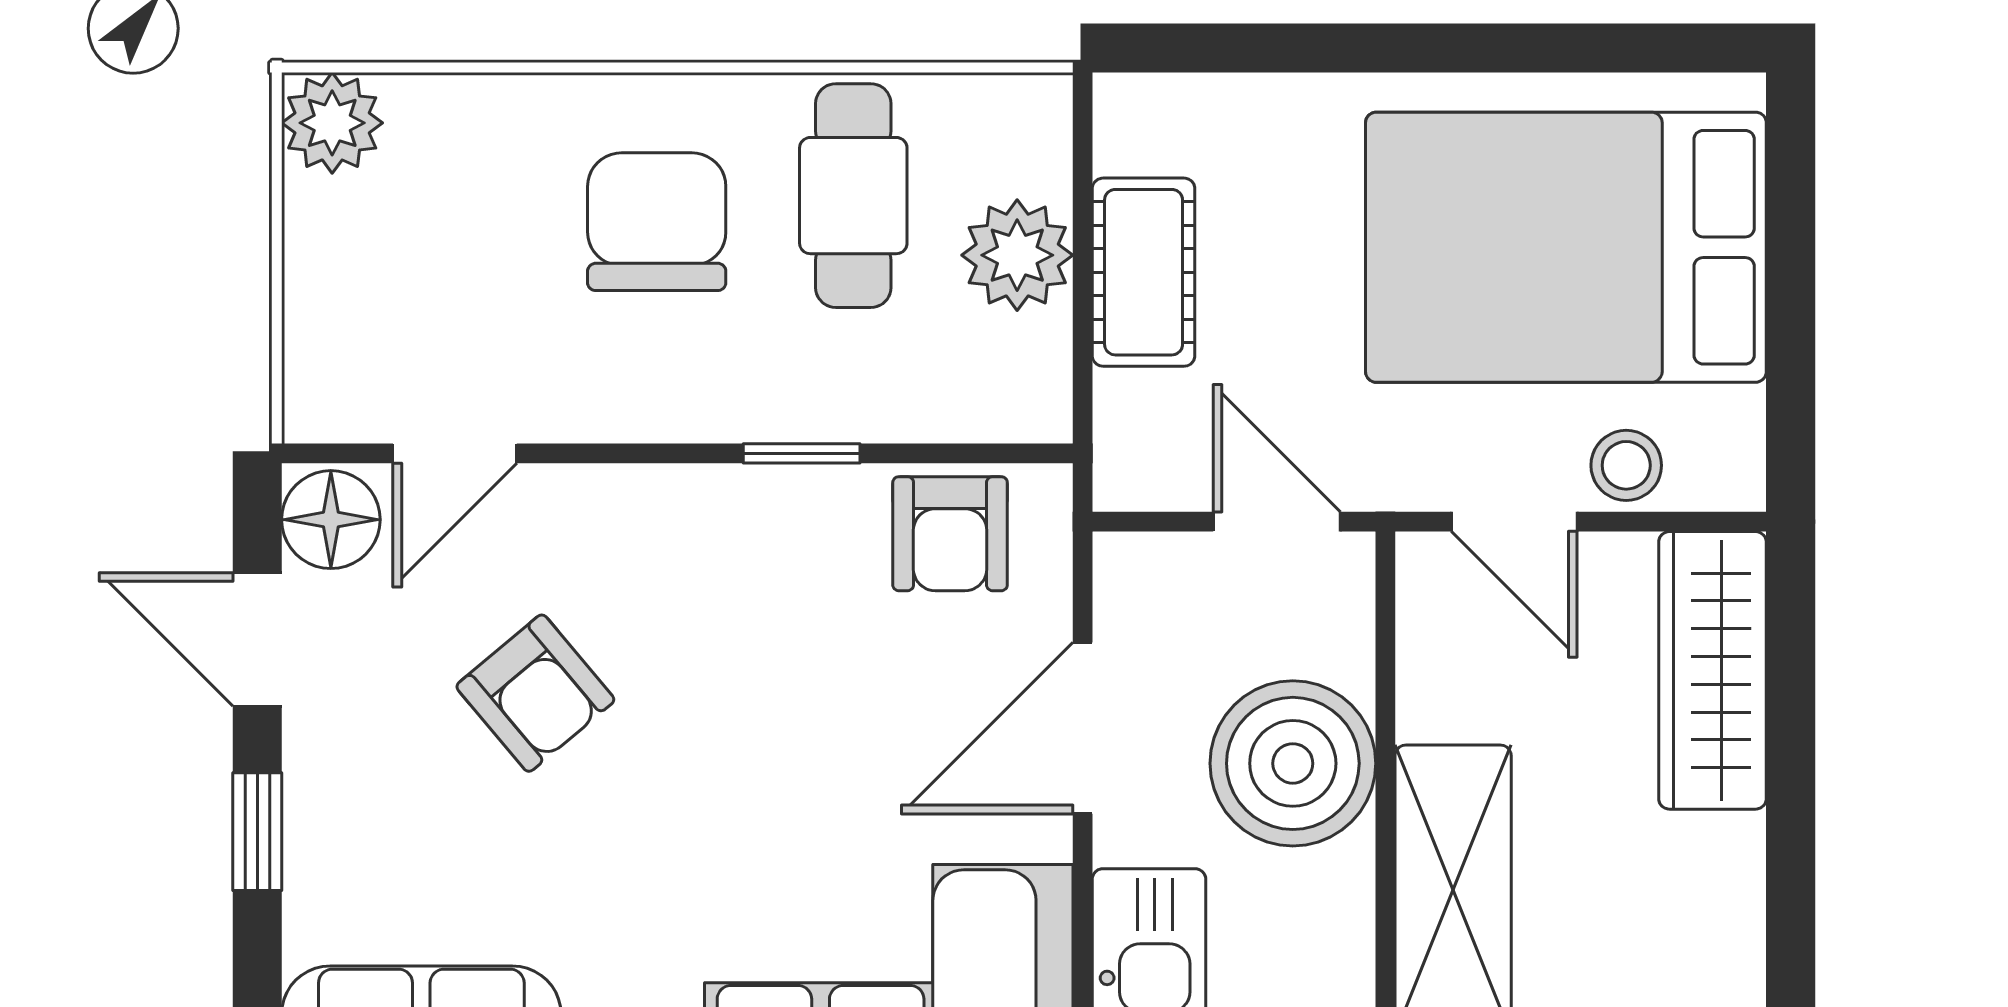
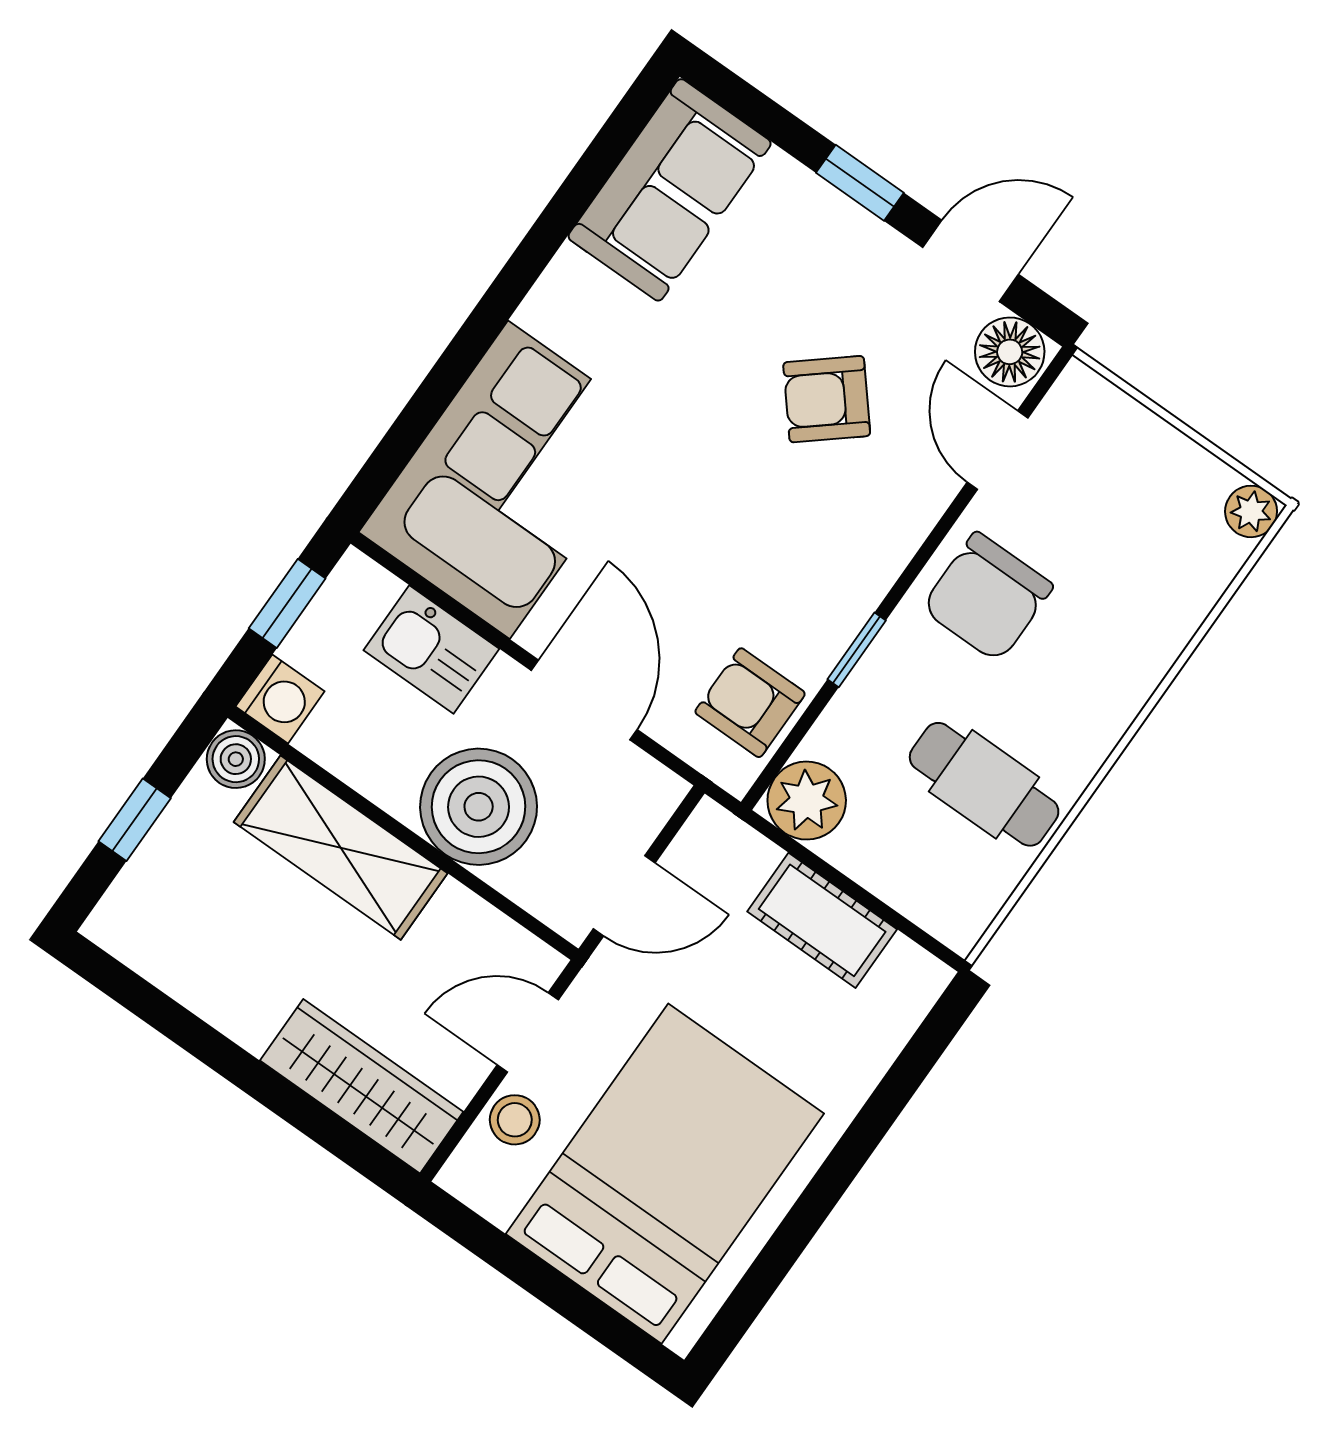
plant: (332, 123) -> (1251, 511), width x0.73, depth x0.73
chair: (657, 222) -> (987, 597), moved, turned 90
plant: (1017, 255) -> (807, 801), moved

